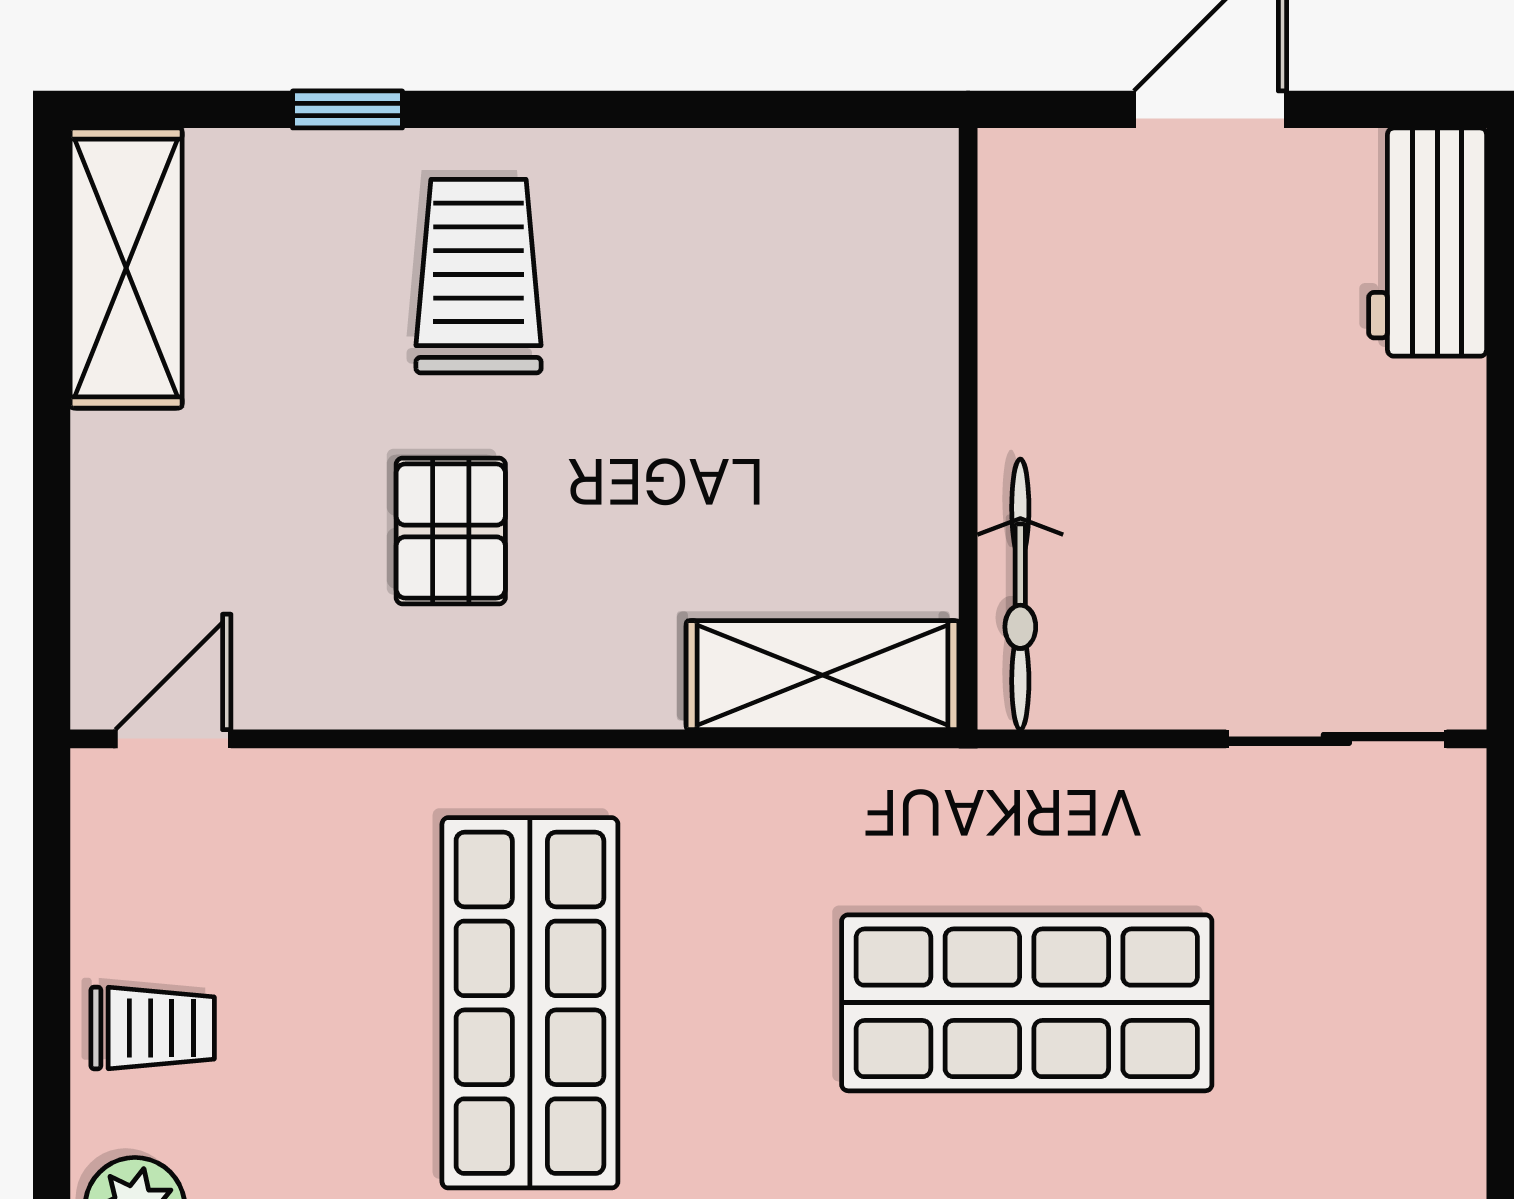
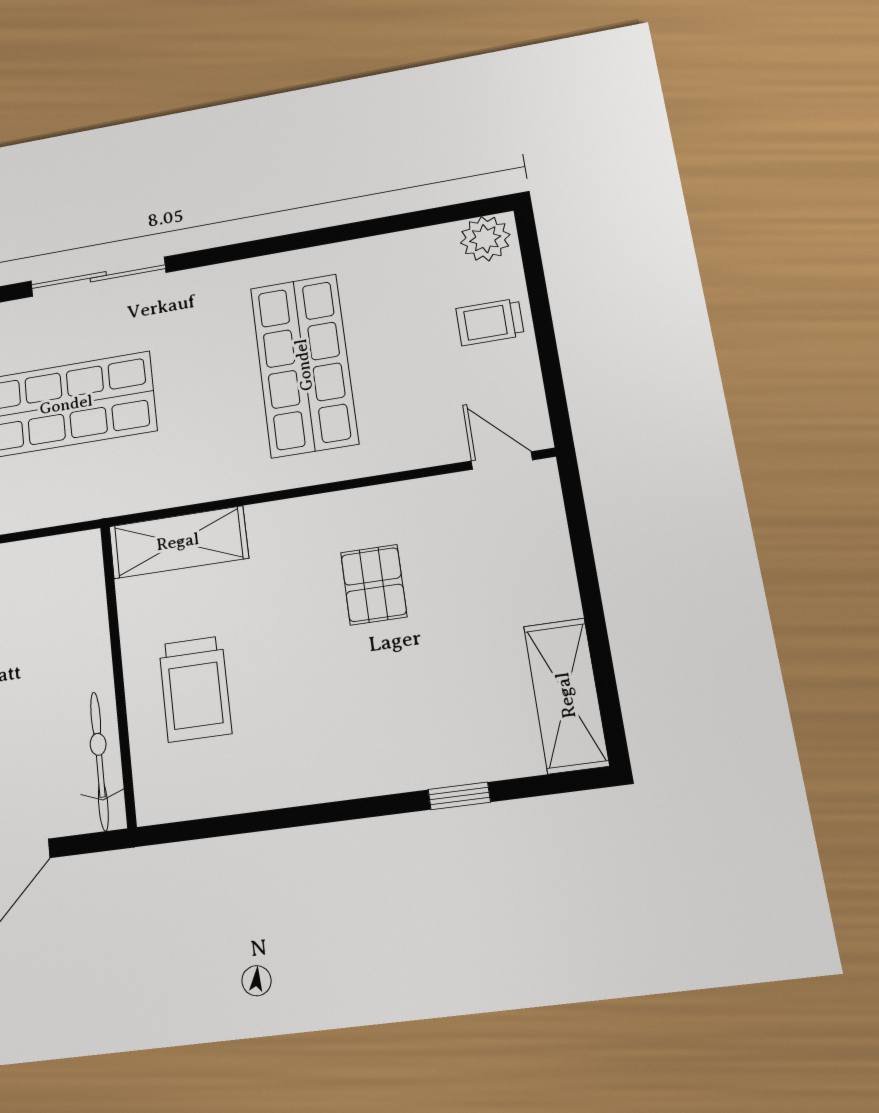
trolley: (479, 276) -> (195, 689), moved
bicycle: (1020, 594) -> (100, 761), moved
door: (173, 739) -> (502, 460), swing flipped

